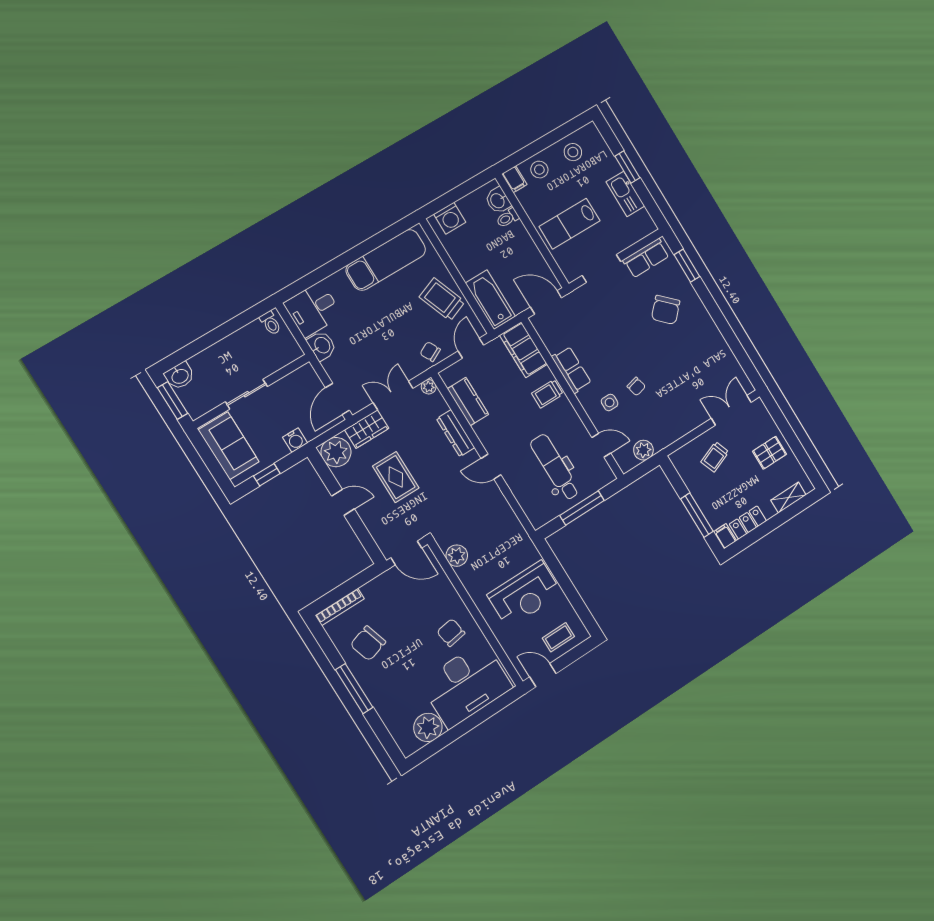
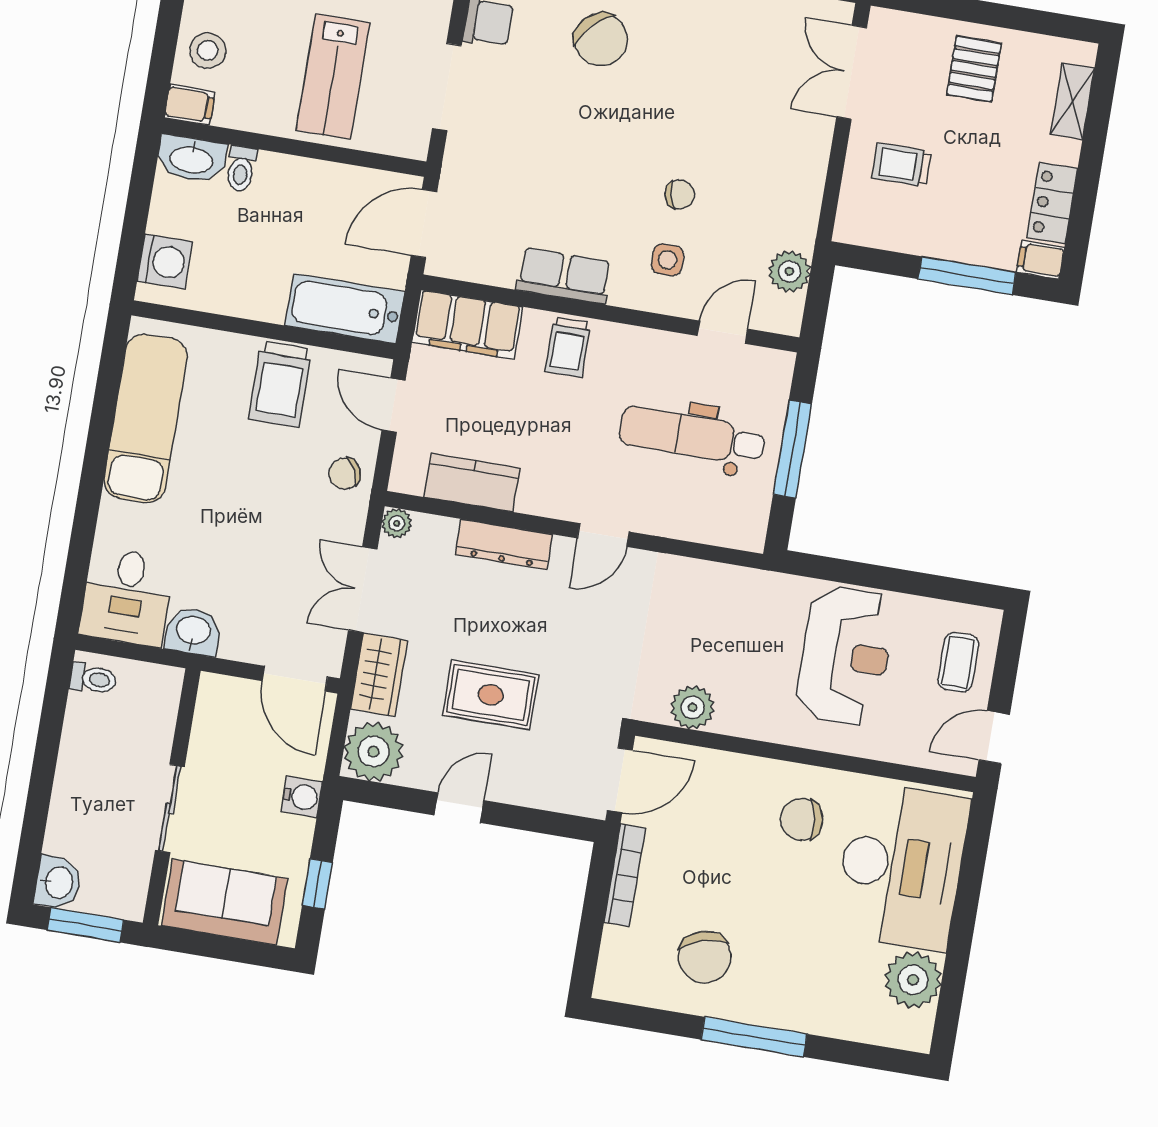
washbasin: (498, 200) -> (192, 159), width x1.38
trolley: (442, 299) -> (280, 384), turned -69
trolley: (715, 457) -> (902, 165), turned 111
bookcase: (340, 607) -> (625, 875), moved

